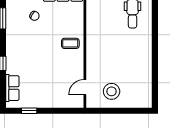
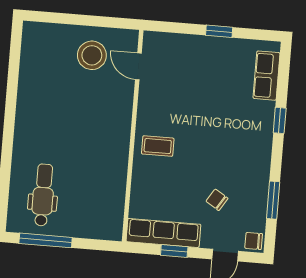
door: (85, 87) -> (138, 66), swing flipped
window: (29, 111) -> (219, 31), moved

